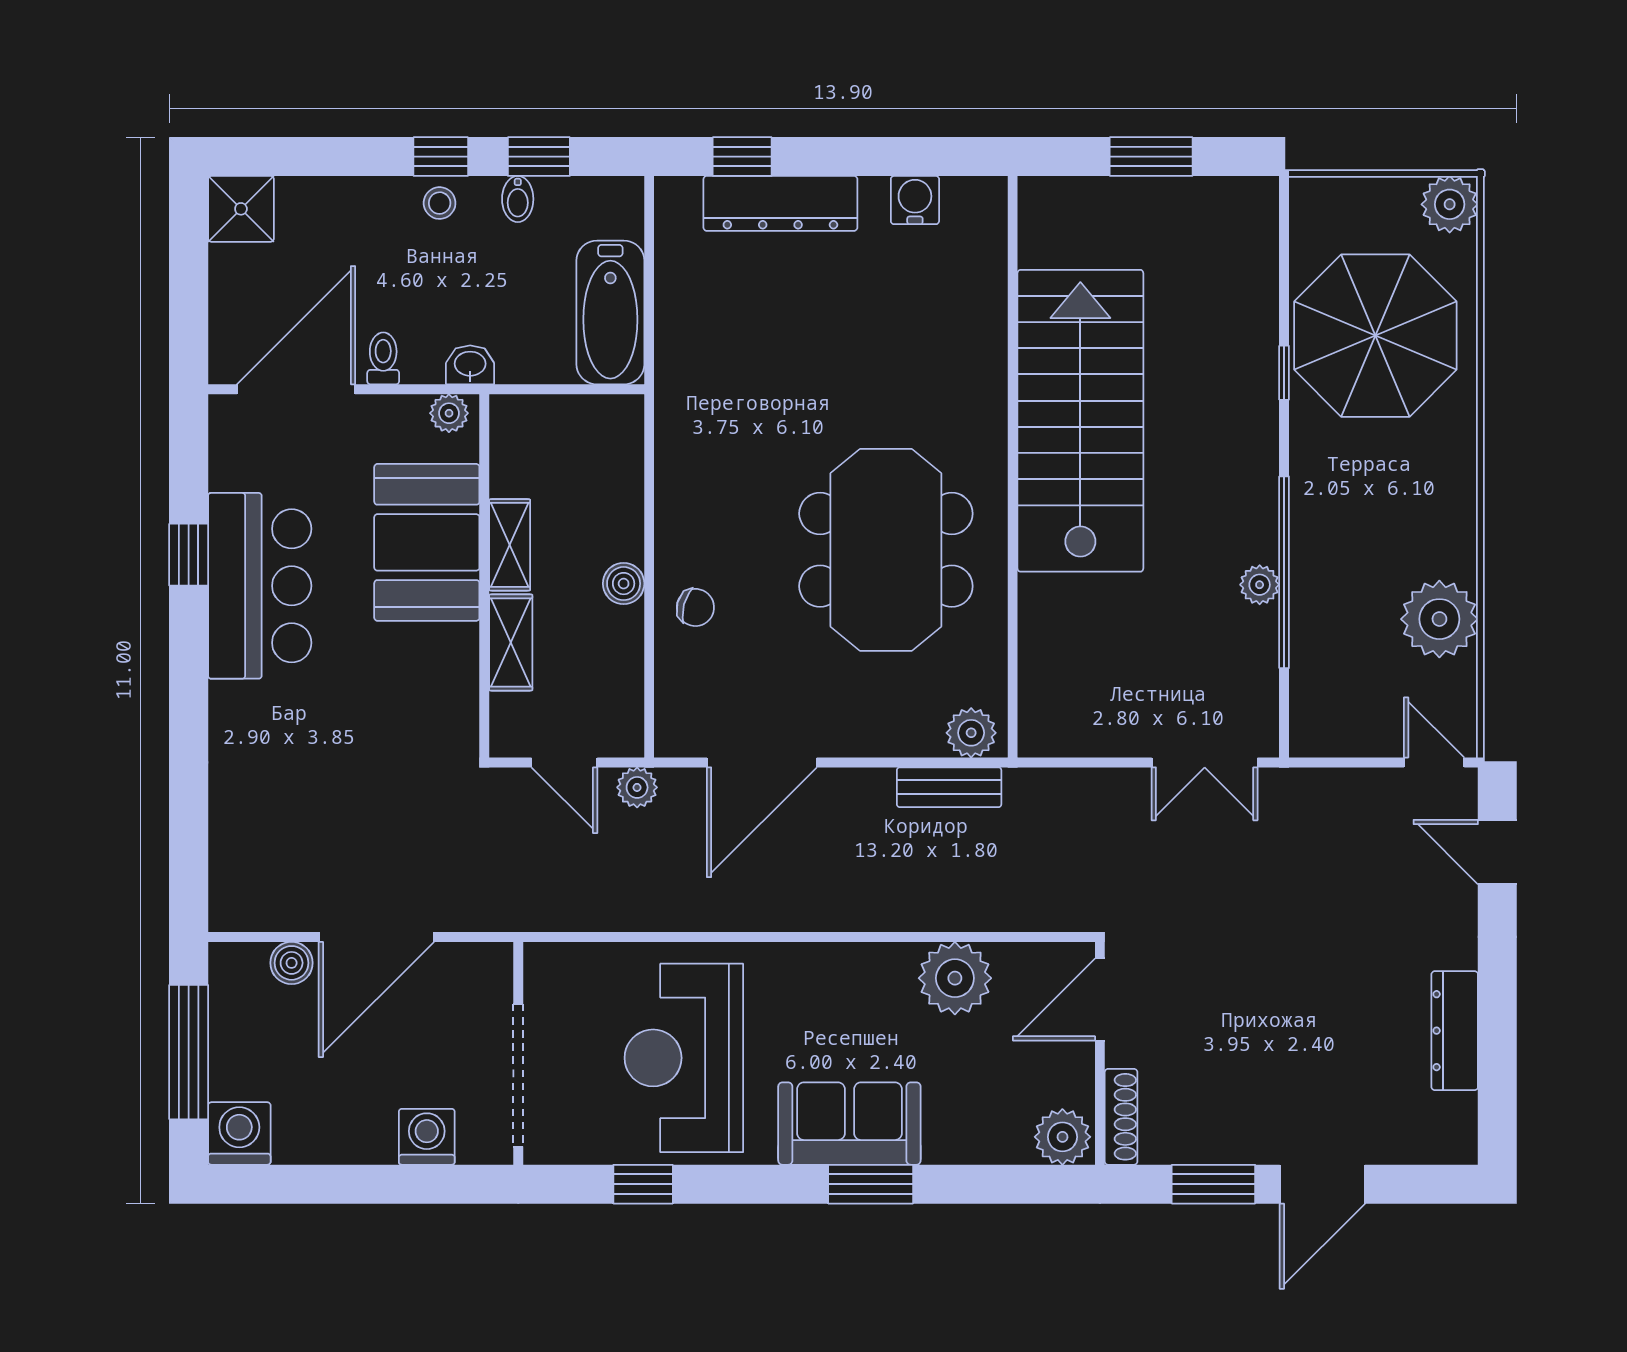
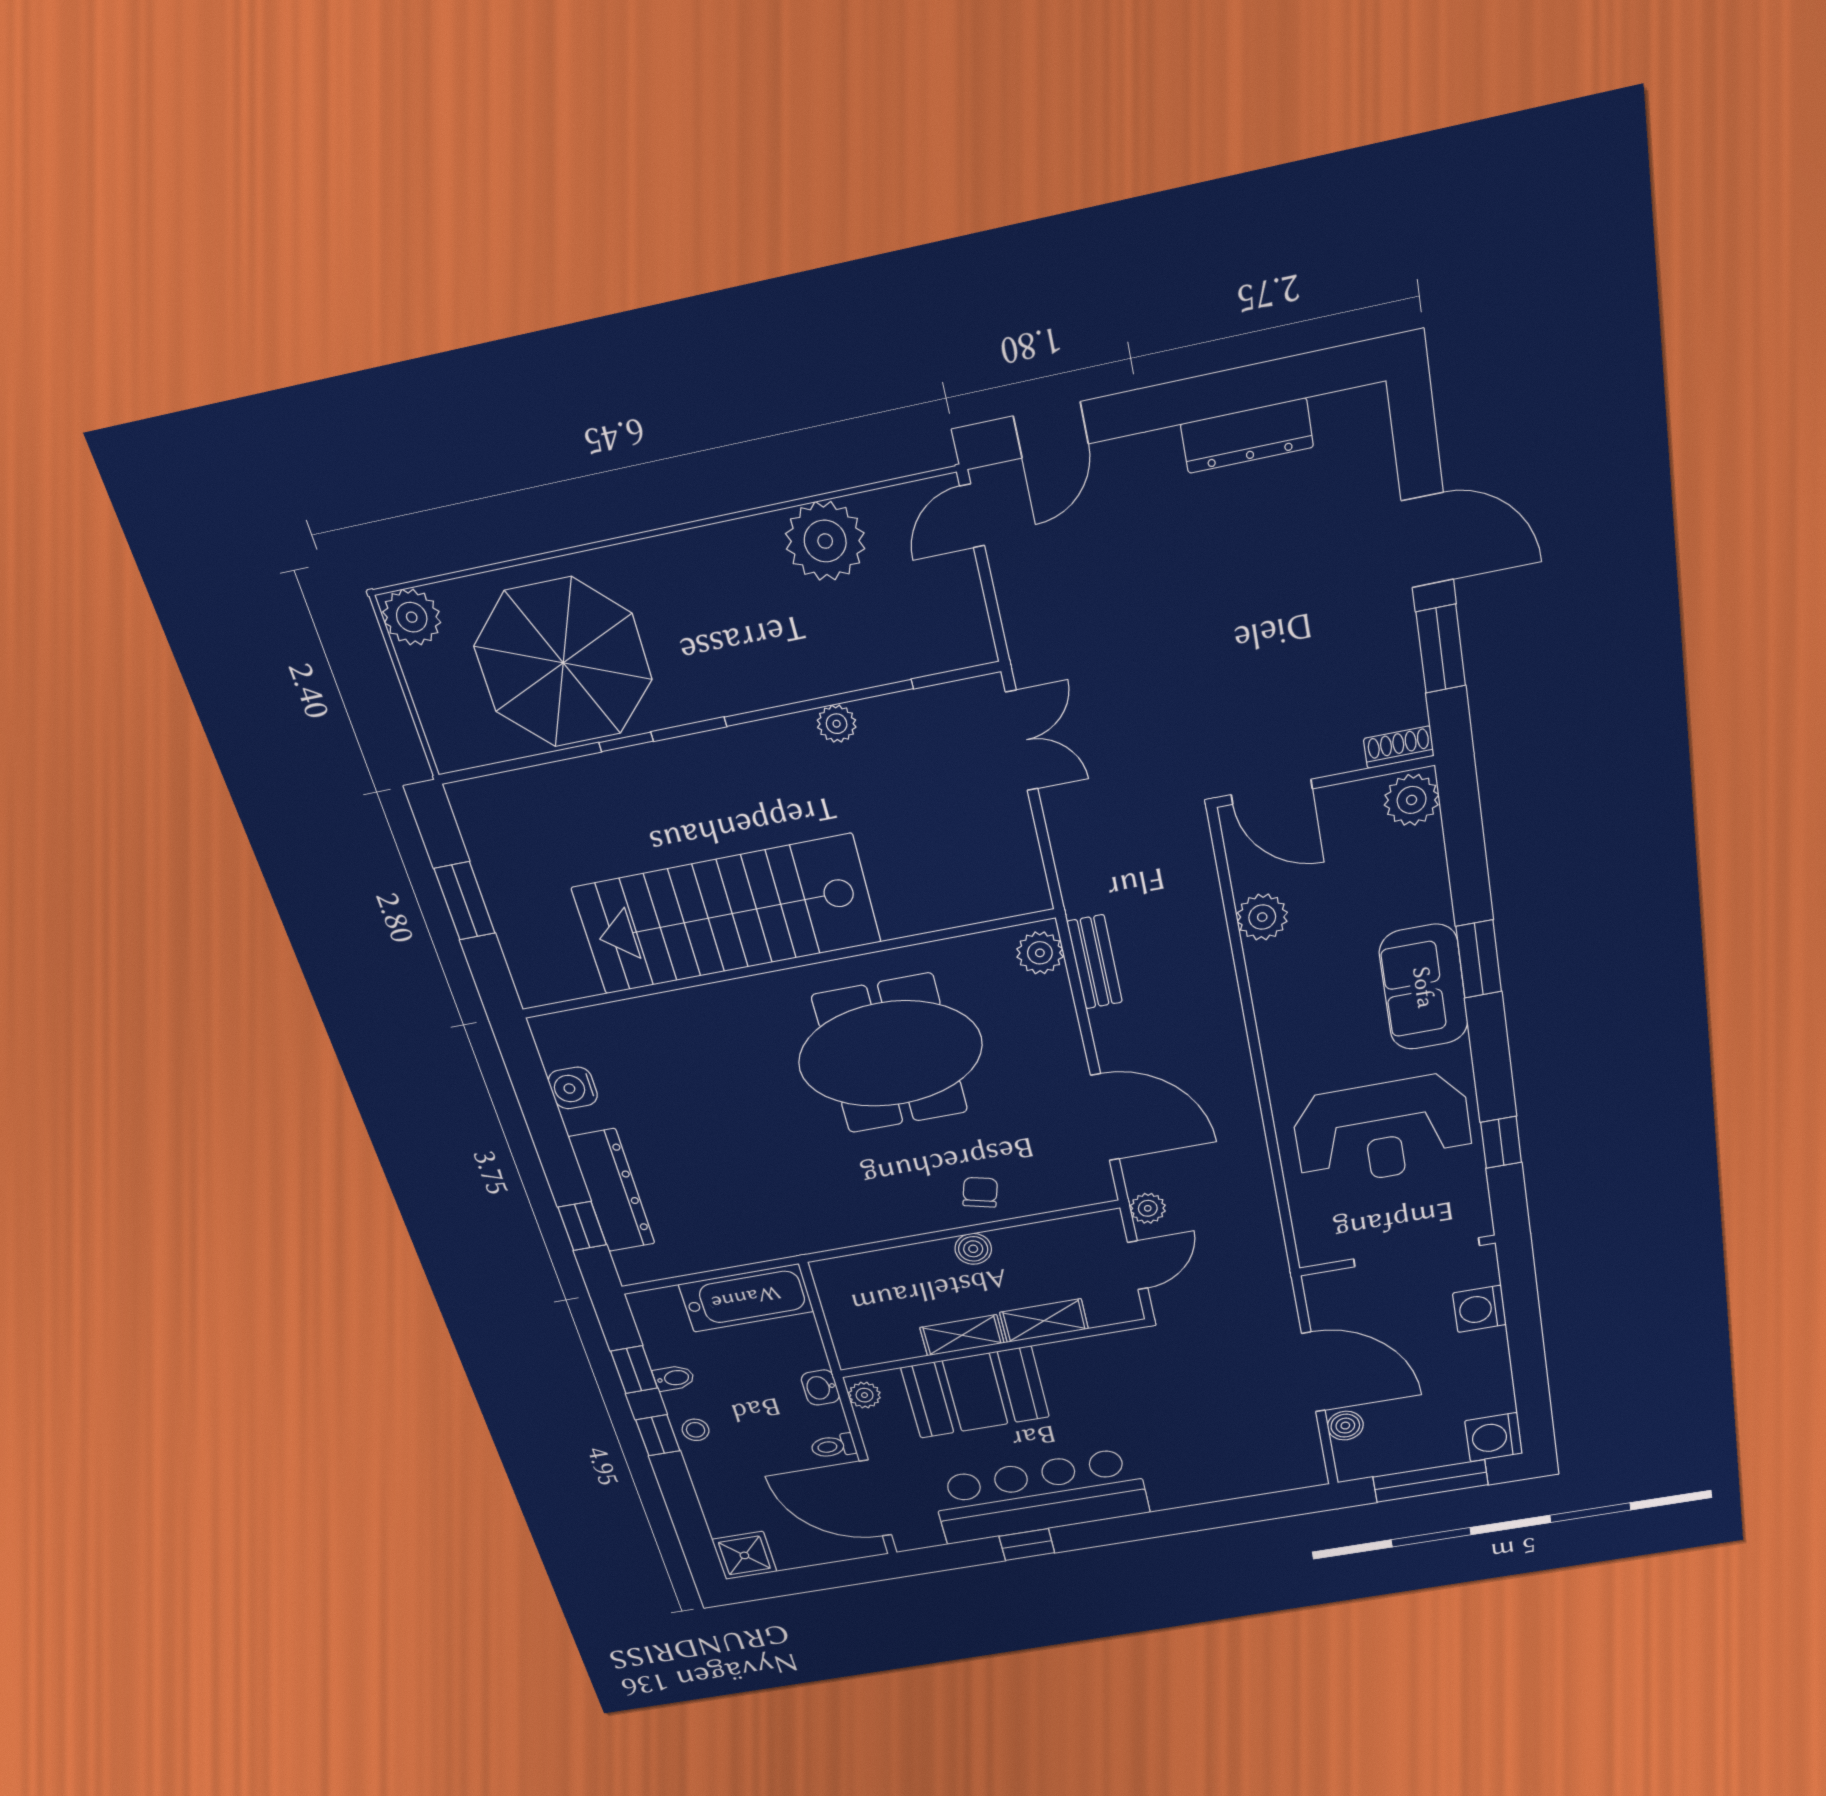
bar counter: (260, 586) -> (1040, 1496), width x1.36
plant: (955, 978) -> (1262, 917), width x0.73, depth x0.73
shoe rack: (1121, 1117) -> (1399, 747), width x0.70

